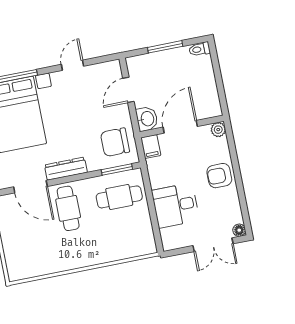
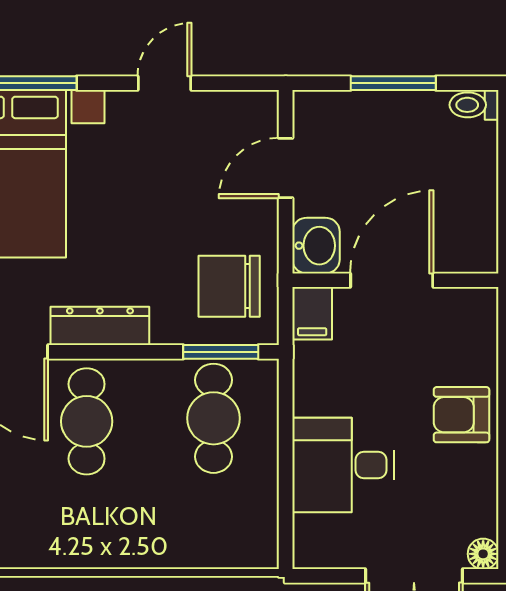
plant: (218, 130) -> (481, 305), removed
cafe table: (119, 197) -> (214, 418), turned 90

